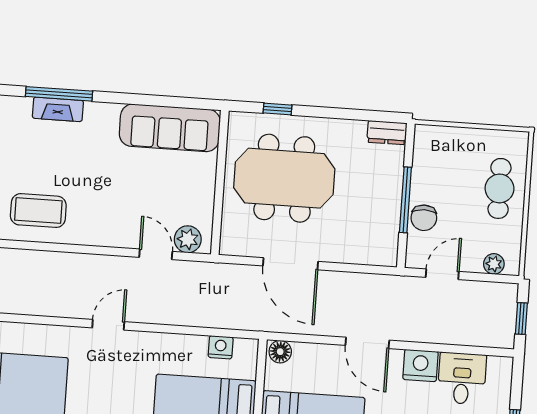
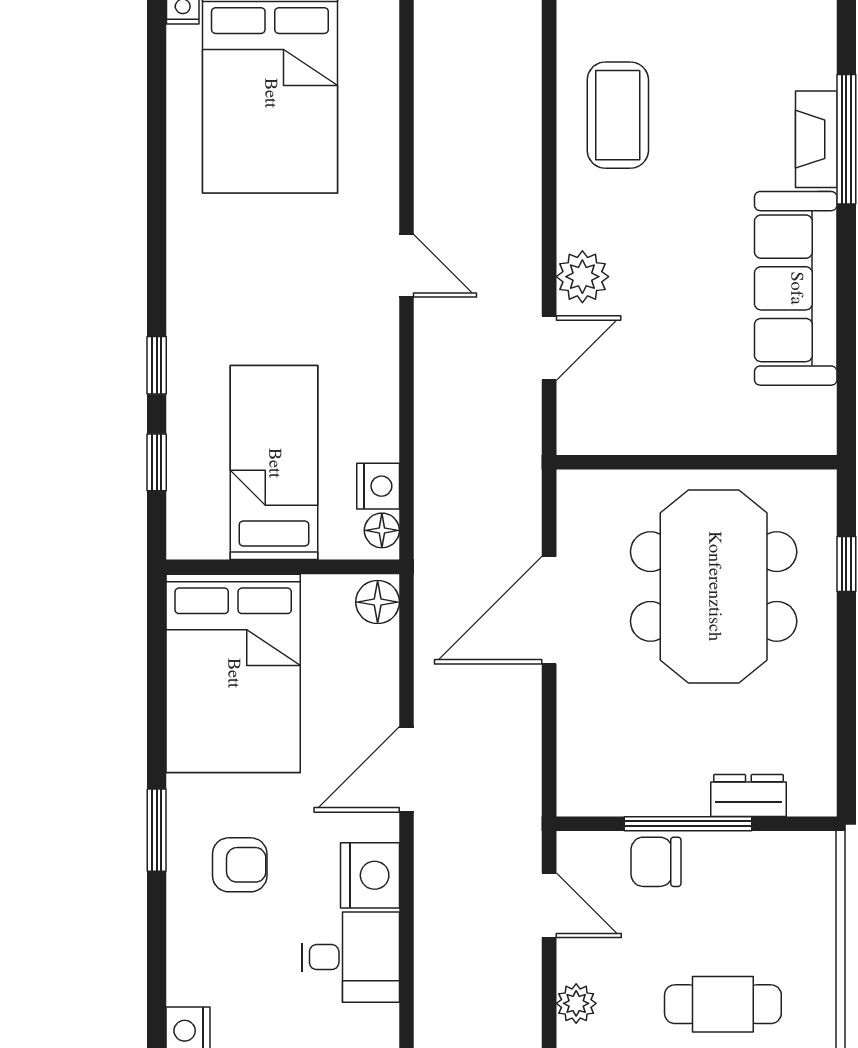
sofa: (170, 128) -> (796, 288), moved
dresser: (387, 133) -> (748, 795), moved, turned 90
plant: (188, 239) -> (582, 277), moved
floor lamp: (244, 347) -> (382, 530), added

